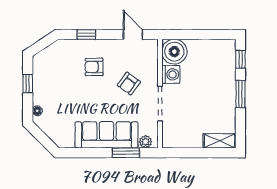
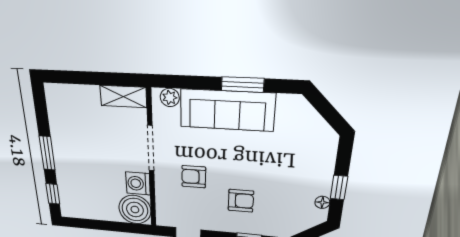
armchair: (129, 84) -> (194, 177), turned -126
floor lamp: (37, 111) -> (322, 202), moved
shelving: (220, 141) -> (123, 97), moved
window: (126, 153) -> (243, 85), moved

